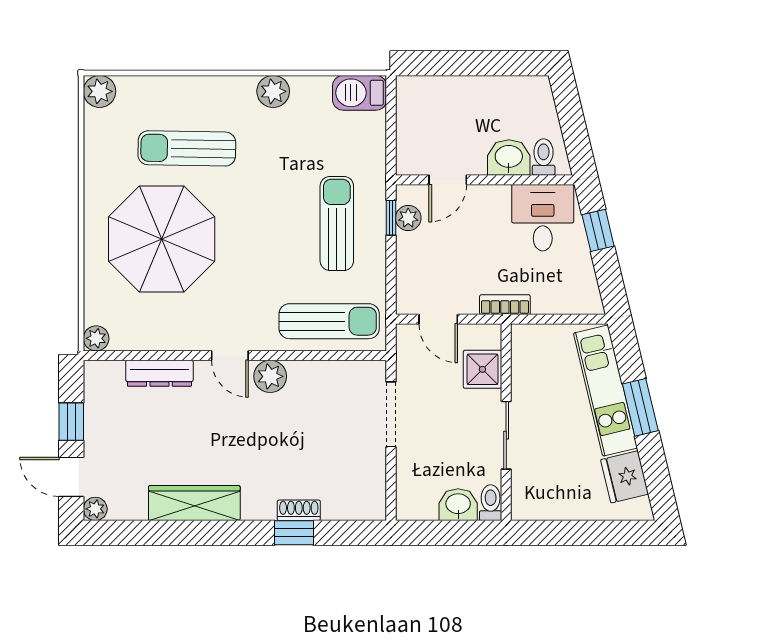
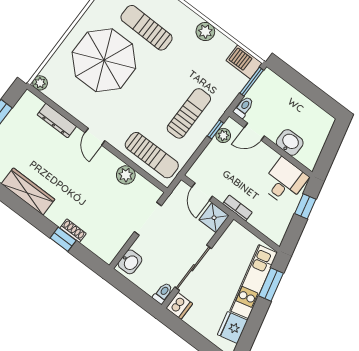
window: (391, 112) -> (252, 82), added
toilet: (544, 157) -> (244, 107), moved
shower: (482, 369) -> (214, 218), moved
plant: (270, 376) -> (126, 175), moved
window: (640, 407) -> (271, 285), moved
sliding door: (506, 435) -> (193, 268), width x1.37
dishwasher: (527, 503) -> (179, 306), added
washbasin: (458, 505) -> (130, 262), moved, turned 90

